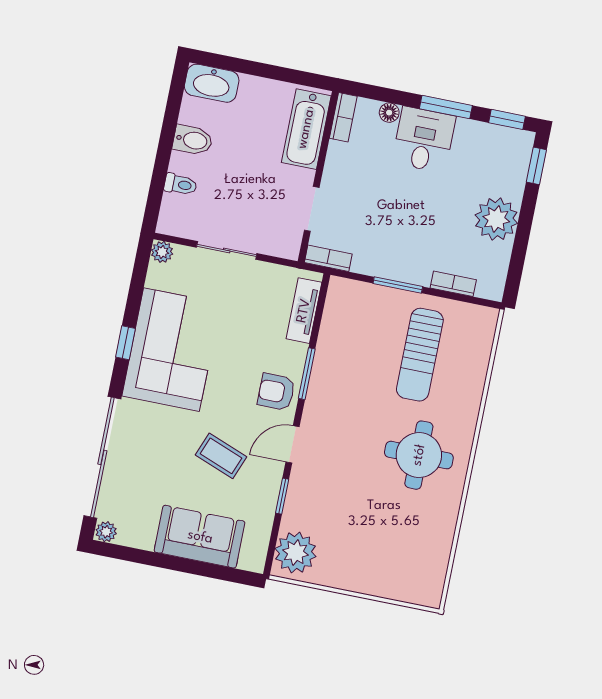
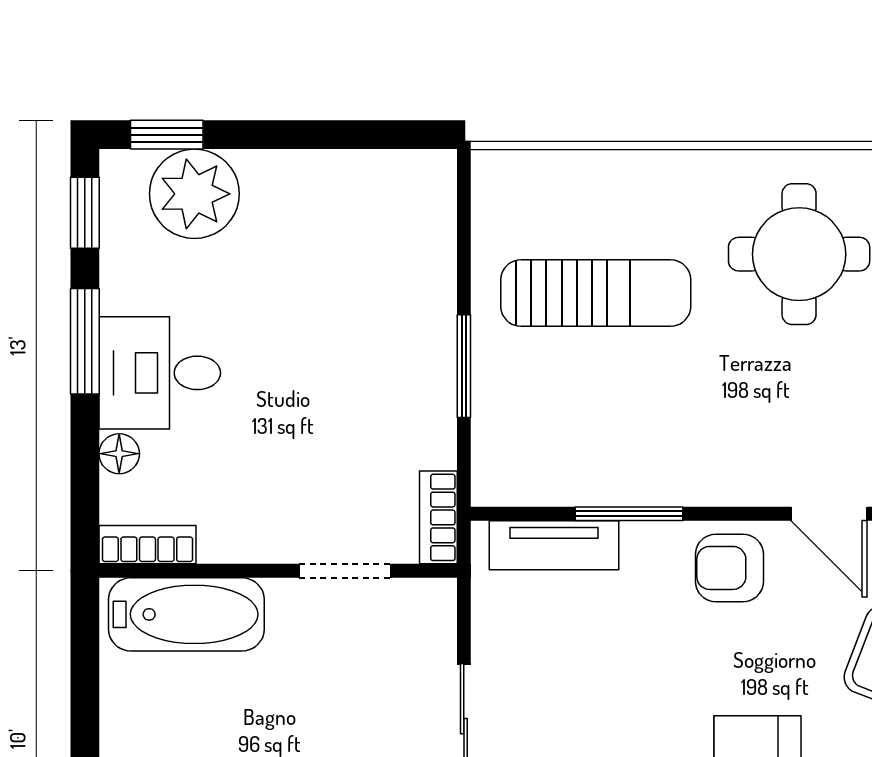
plant: (496, 219) -> (194, 194), moved
bookcase: (453, 284) -> (439, 254), removed
window: (307, 374) -> (629, 514), moved
armchair: (276, 392) -> (729, 568), turned 90

